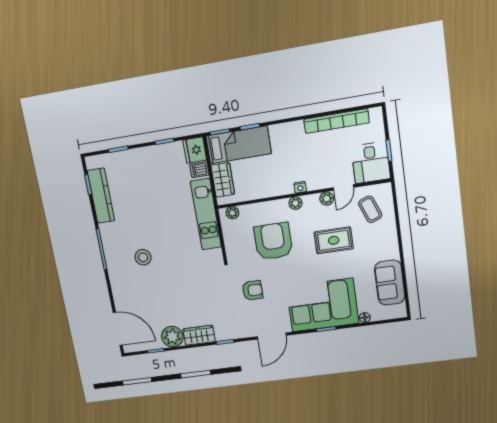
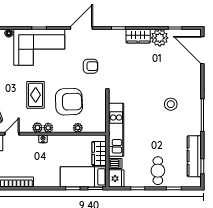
cafe table: (143, 169) -> (158, 171), added
plant: (327, 199) -> (37, 128), moved
plant: (232, 213) -> (78, 128), moved
rug: (334, 240) -> (36, 95), moved, turned 90
armchair: (273, 241) -> (69, 102), turned -92
armchair: (253, 290) -> (91, 66), turned 180

